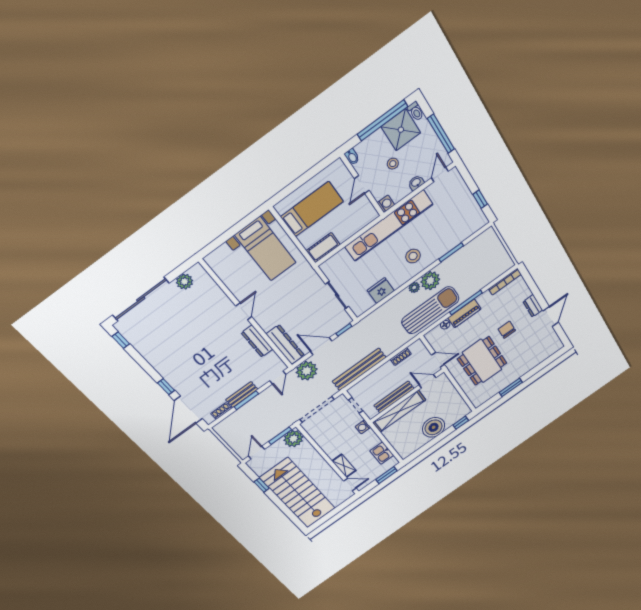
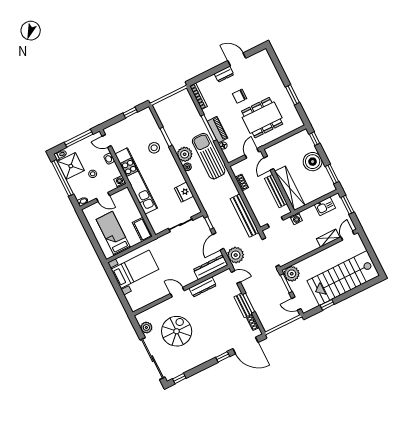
stool: (413, 256) -> (154, 148), moved
spiral stairs: (188, 322) -> (177, 331), added
window: (421, 451) -> (332, 174), added

